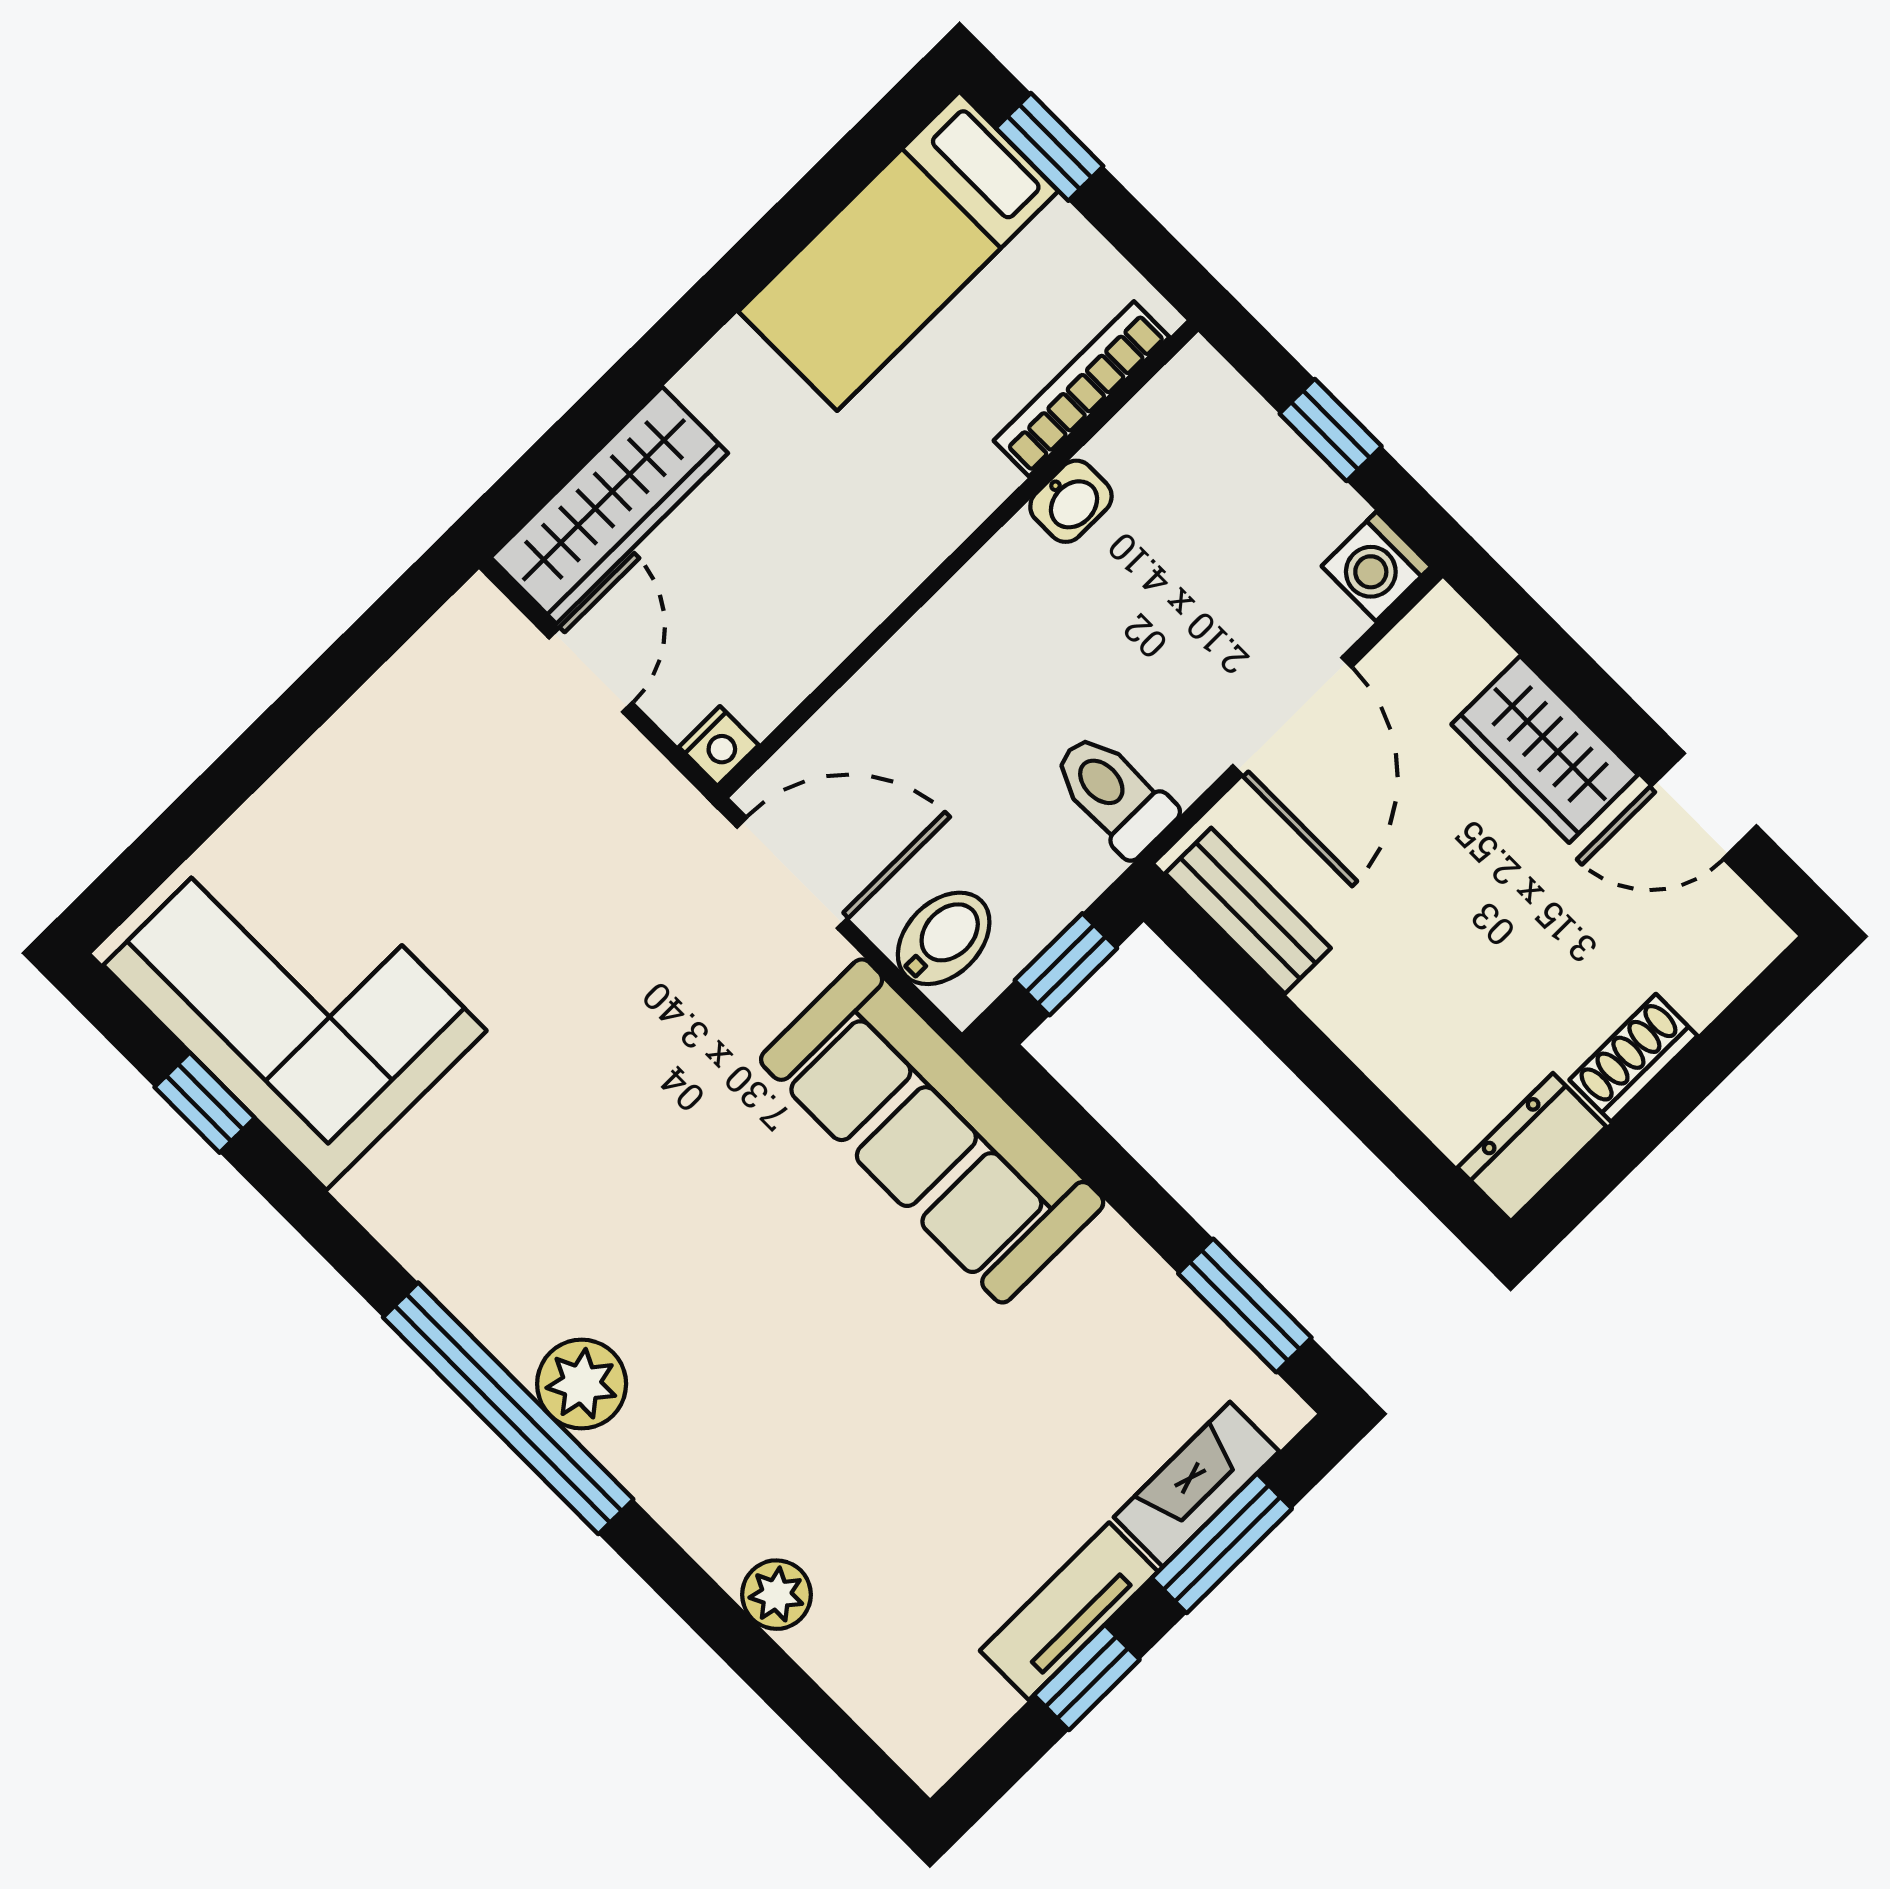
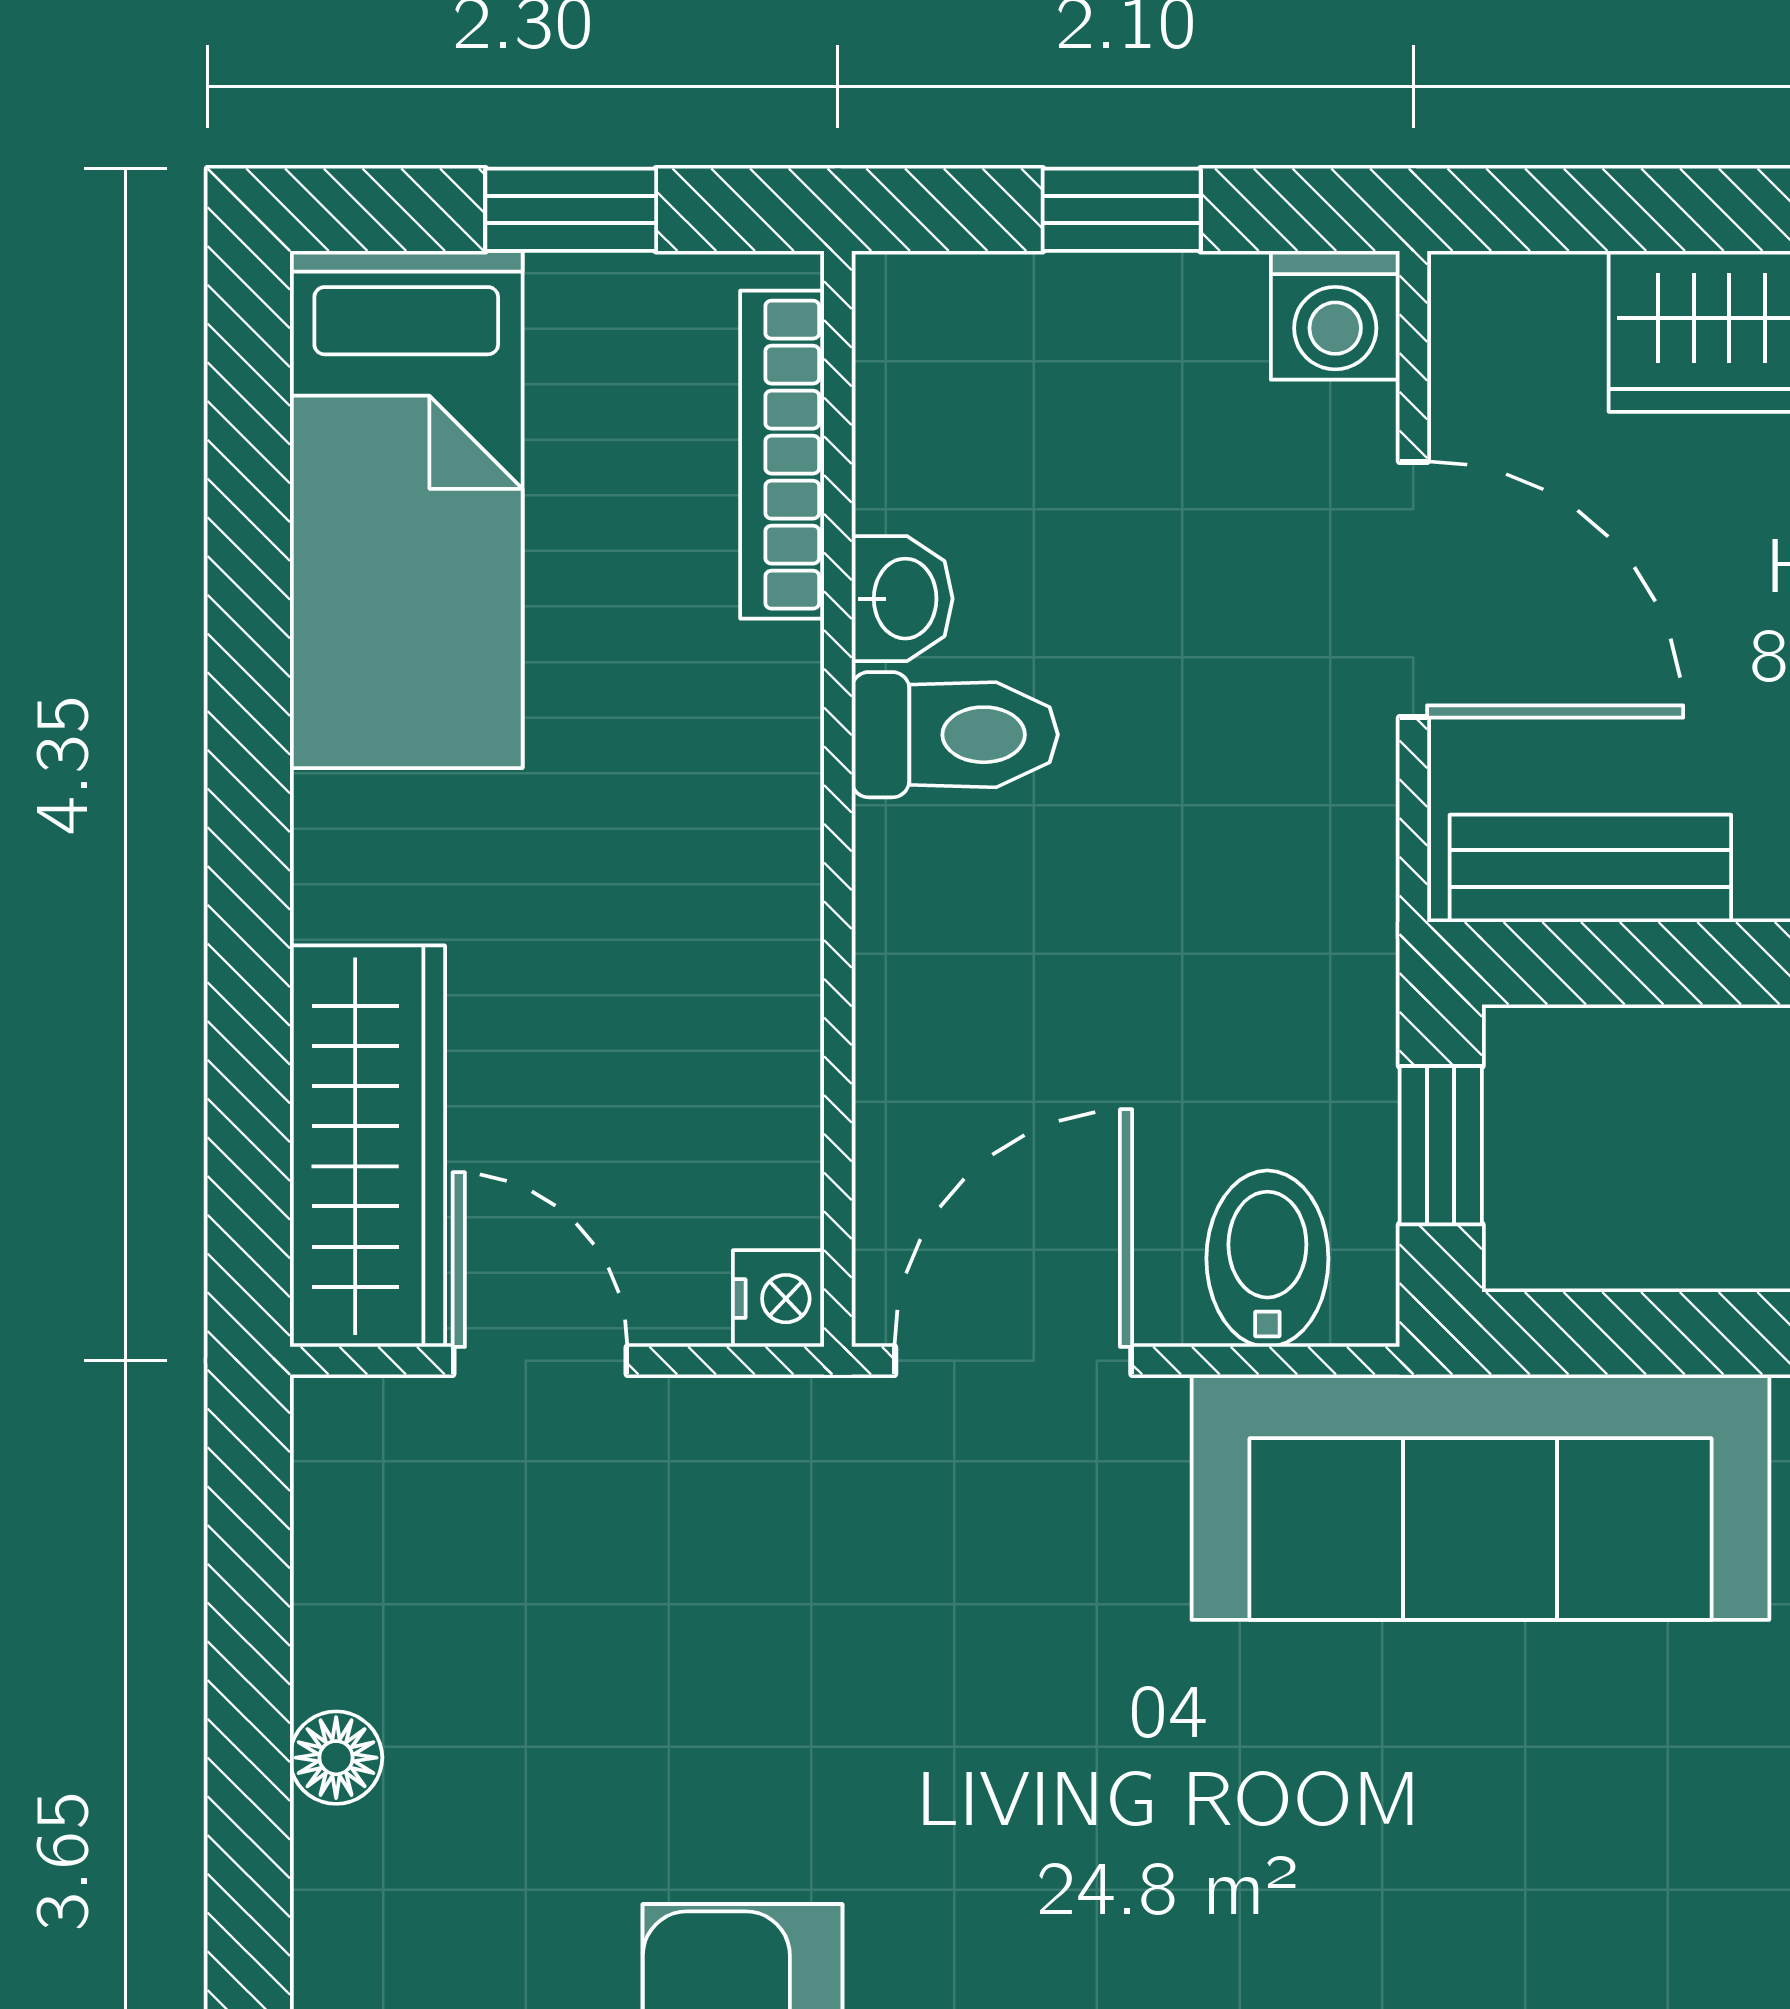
window: (1050, 147) -> (571, 210), moved
floor lamp: (334, 752) -> (336, 1758), added
toilet: (1114, 794) -> (955, 735), moved, turned 180

